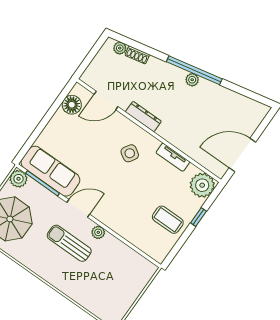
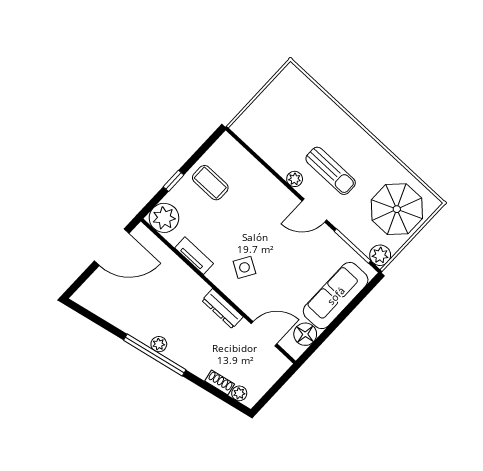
sofa: (50, 171) -> (336, 296), moved, turned 90

